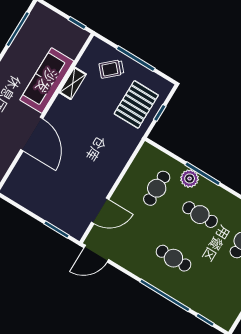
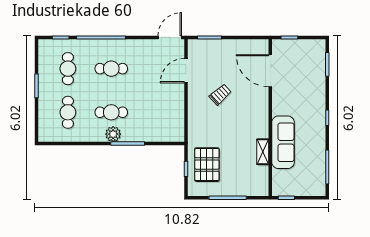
trolley: (111, 69) -> (220, 94), moved
door: (32, 134) -> (270, 71), moved
plant: (190, 179) -> (113, 134), moved
cafe table: (157, 188) -> (68, 69), moved

